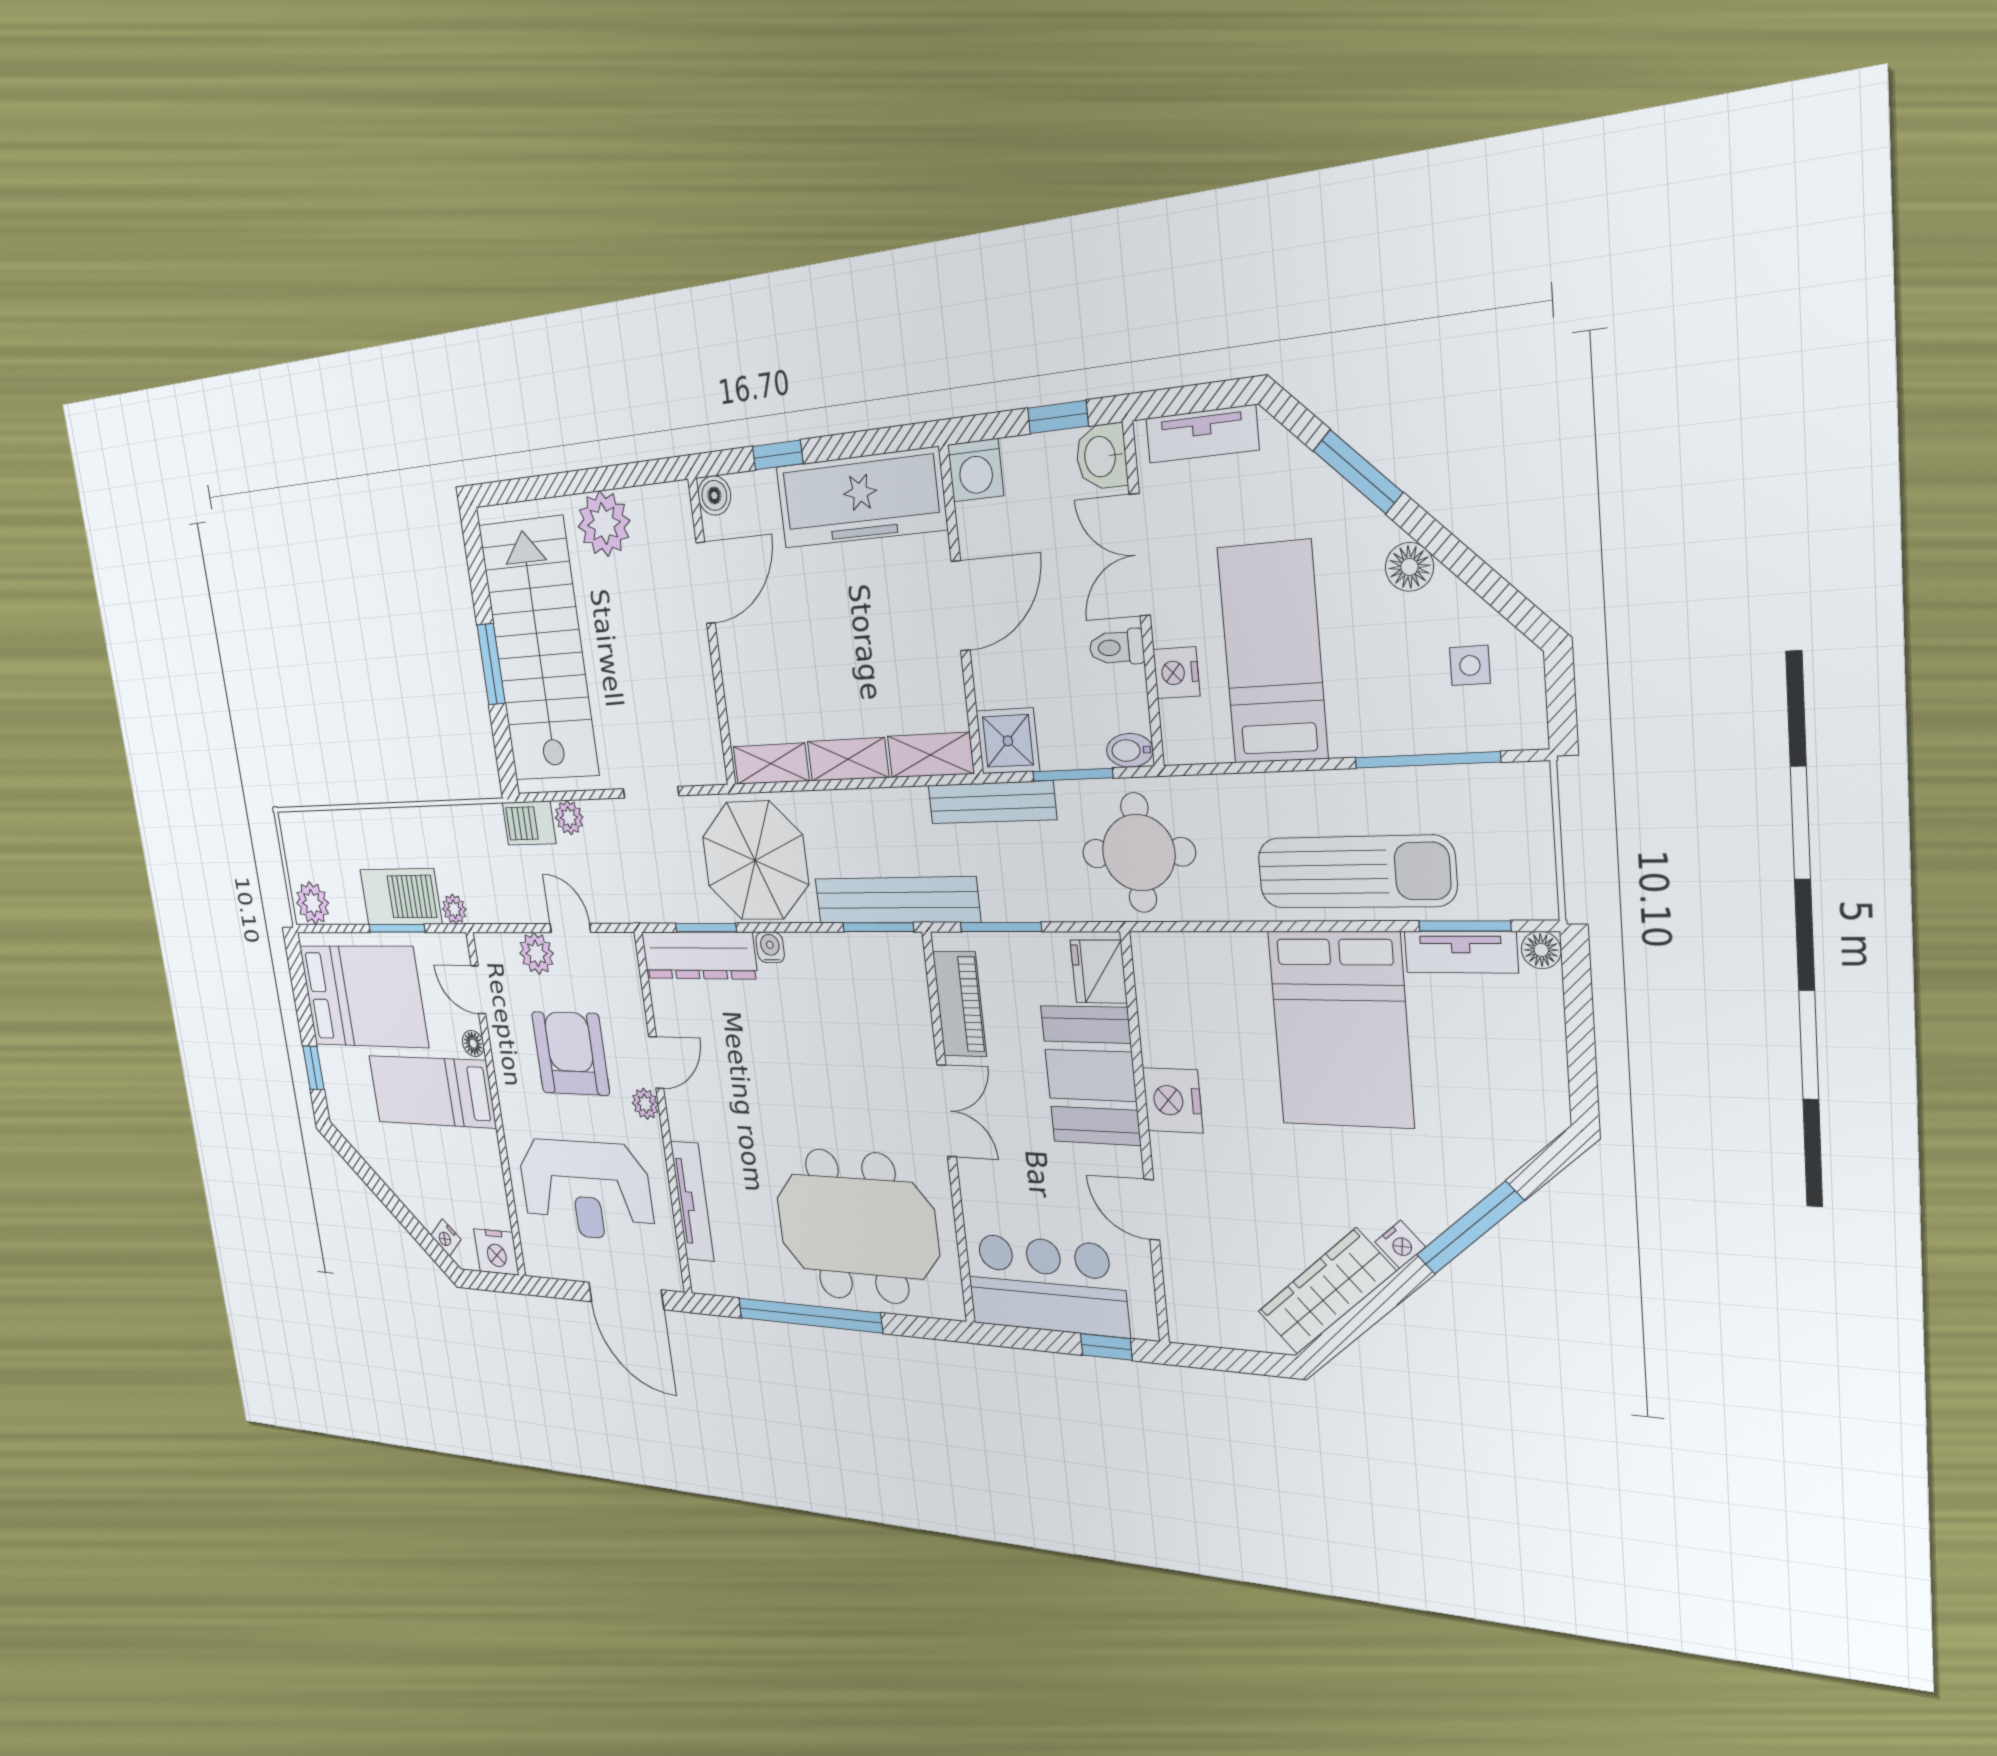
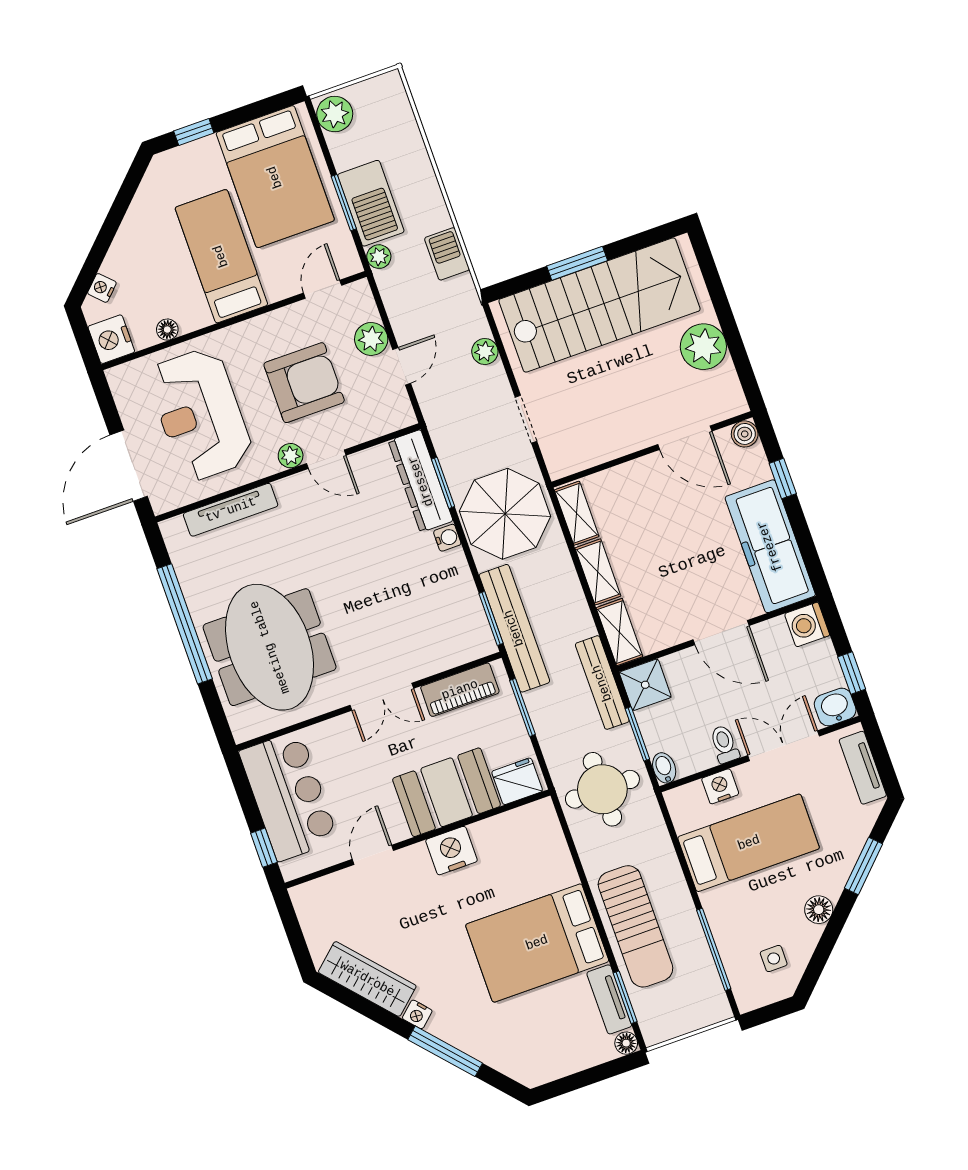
barbecue: (529, 823) -> (447, 254), moved
floor lamp: (473, 1044) -> (167, 330), moved

